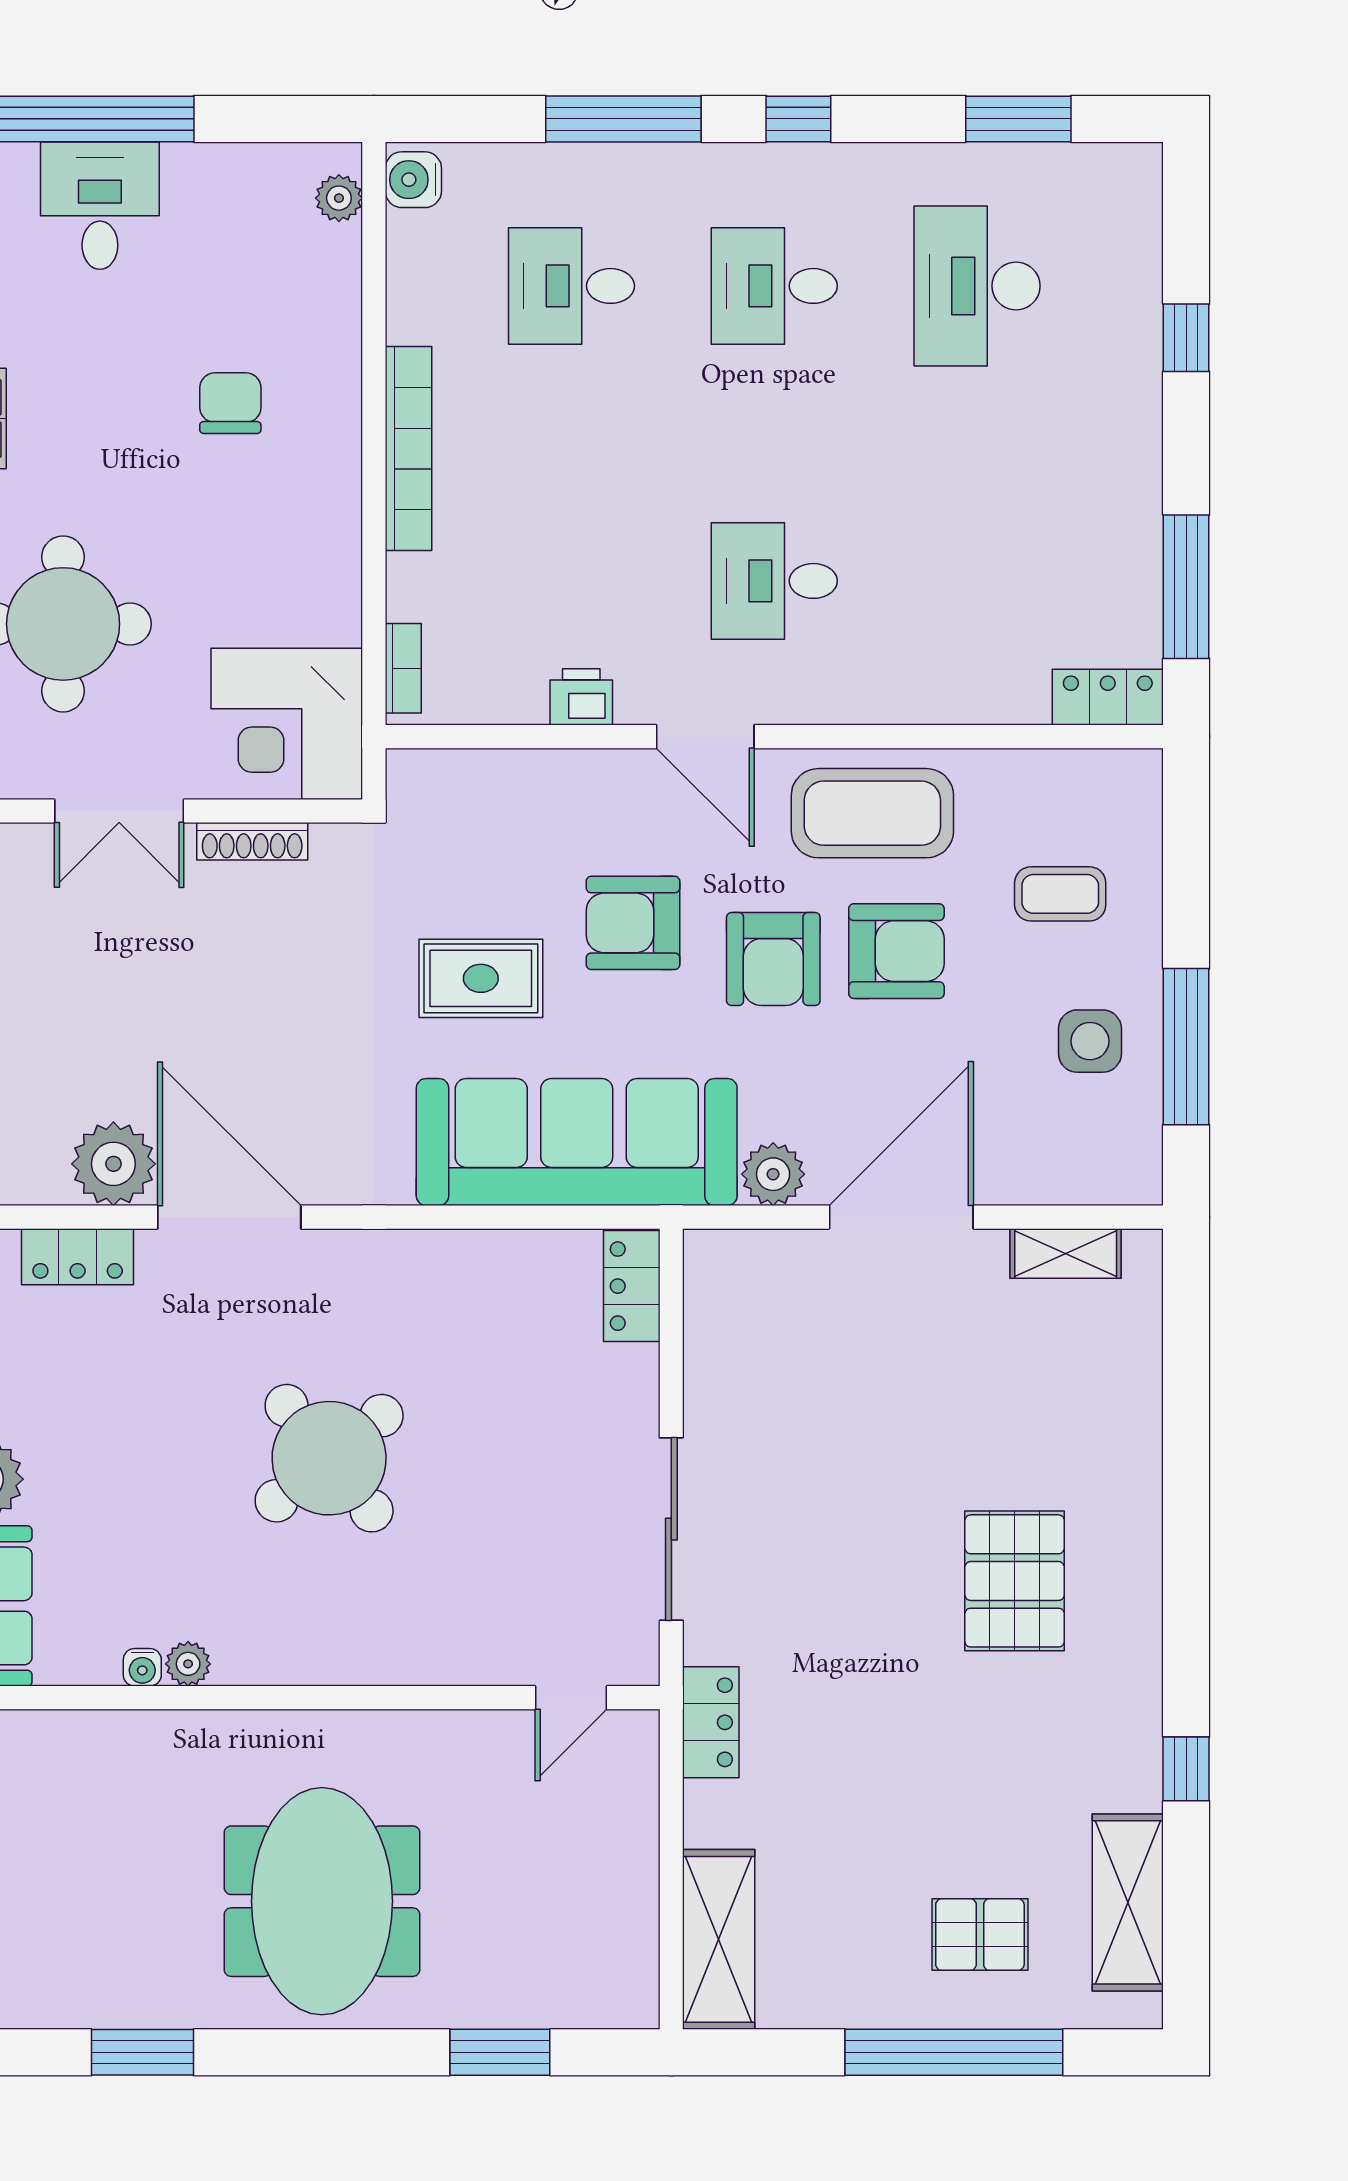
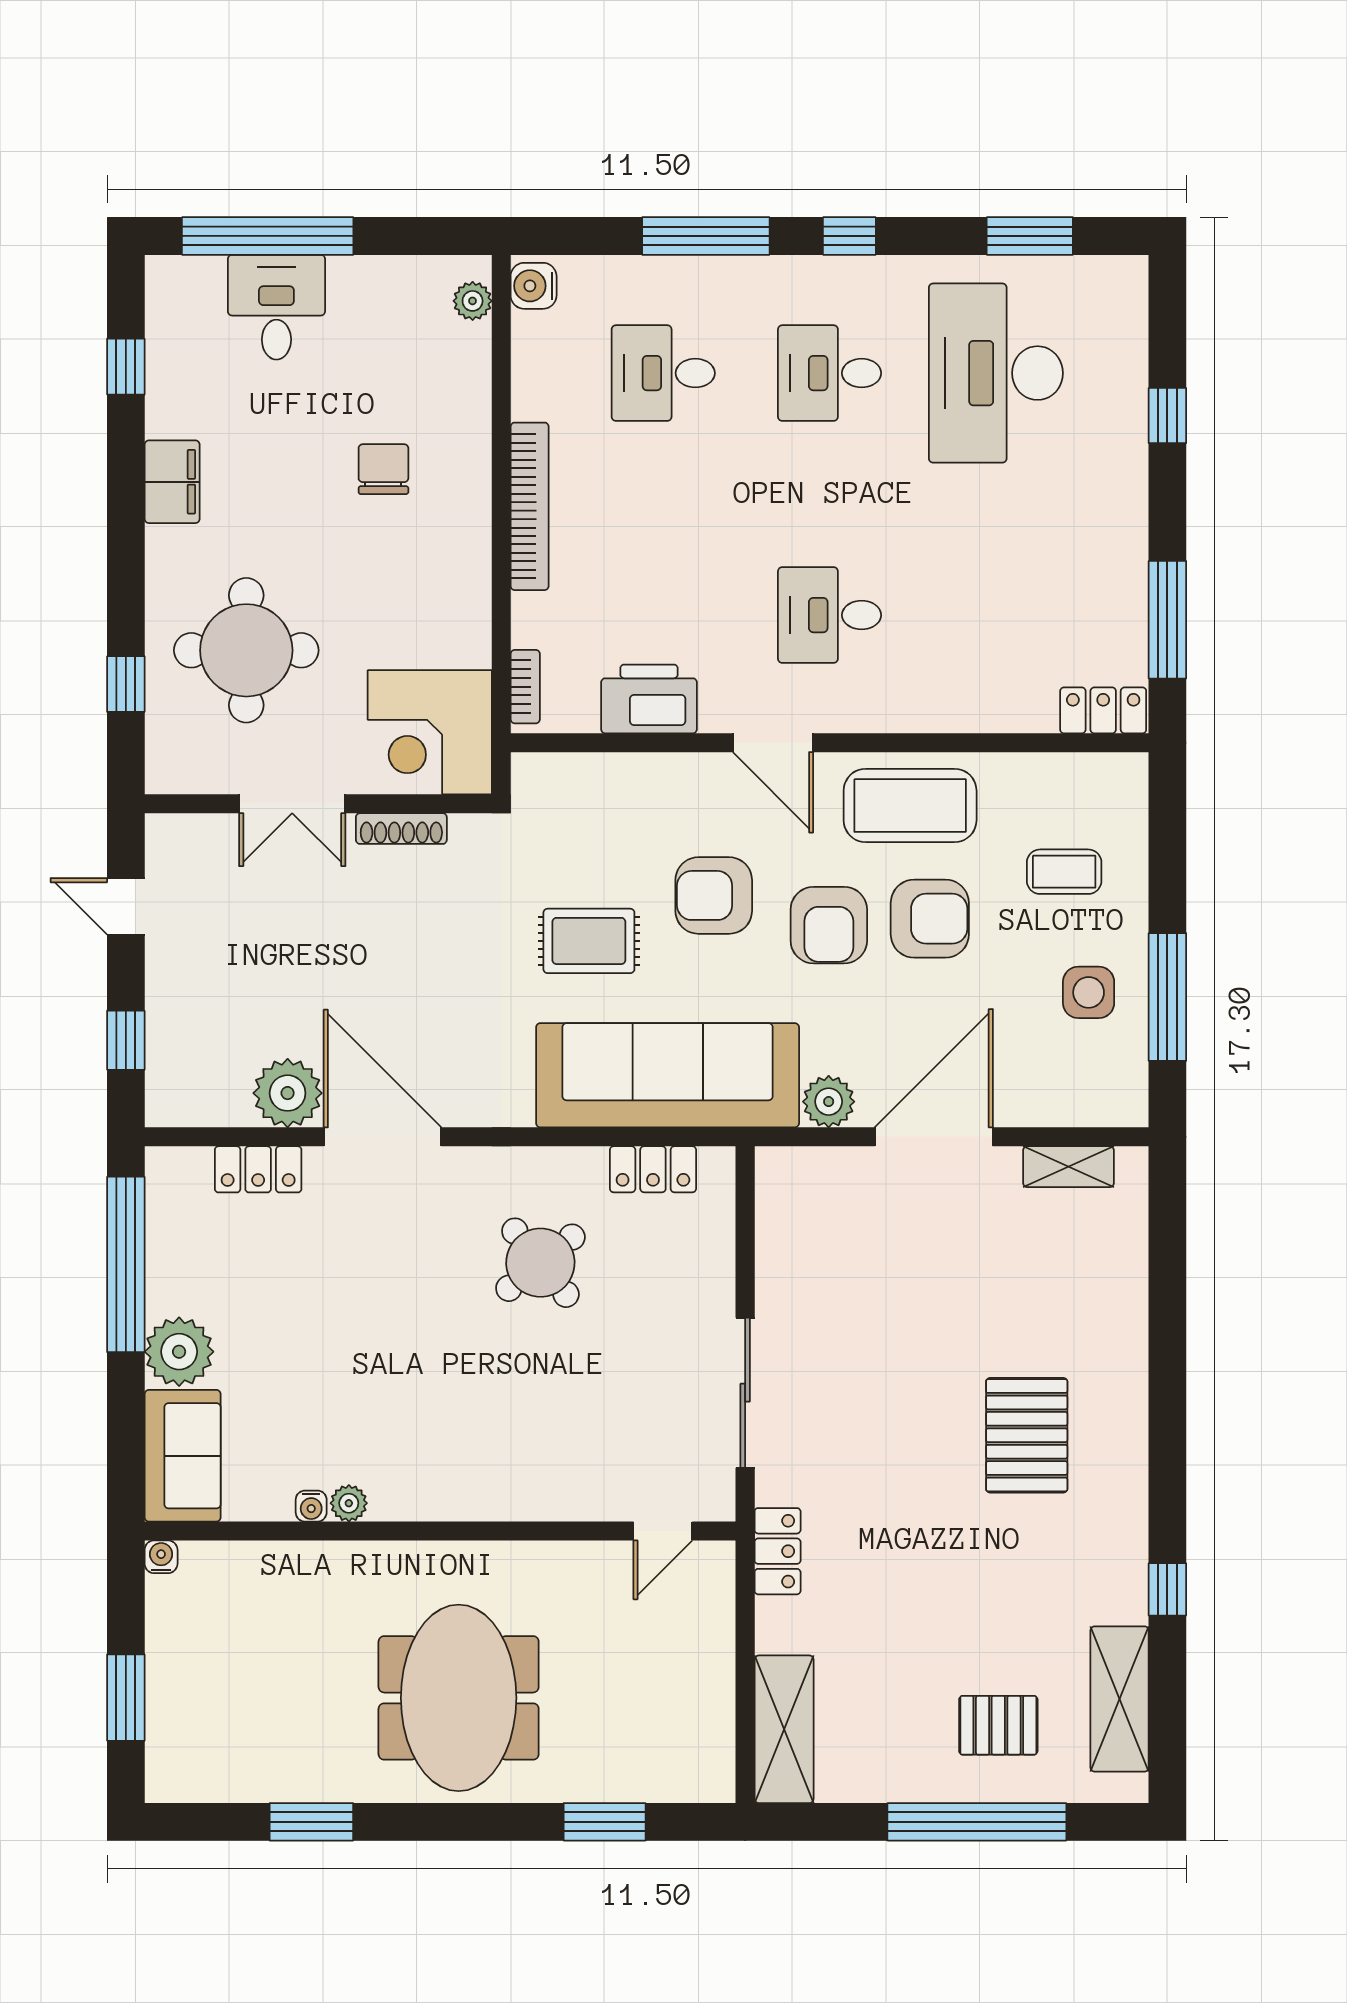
desk: (977, 286) -> (996, 373), width x1.36, depth x1.30
printer: (581, 697) -> (649, 699), width x1.87, depth x1.48
locker: (632, 1286) -> (653, 1169), moved, turned -90
round table: (329, 1458) -> (540, 1263), moved, width x0.73, depth x0.73

